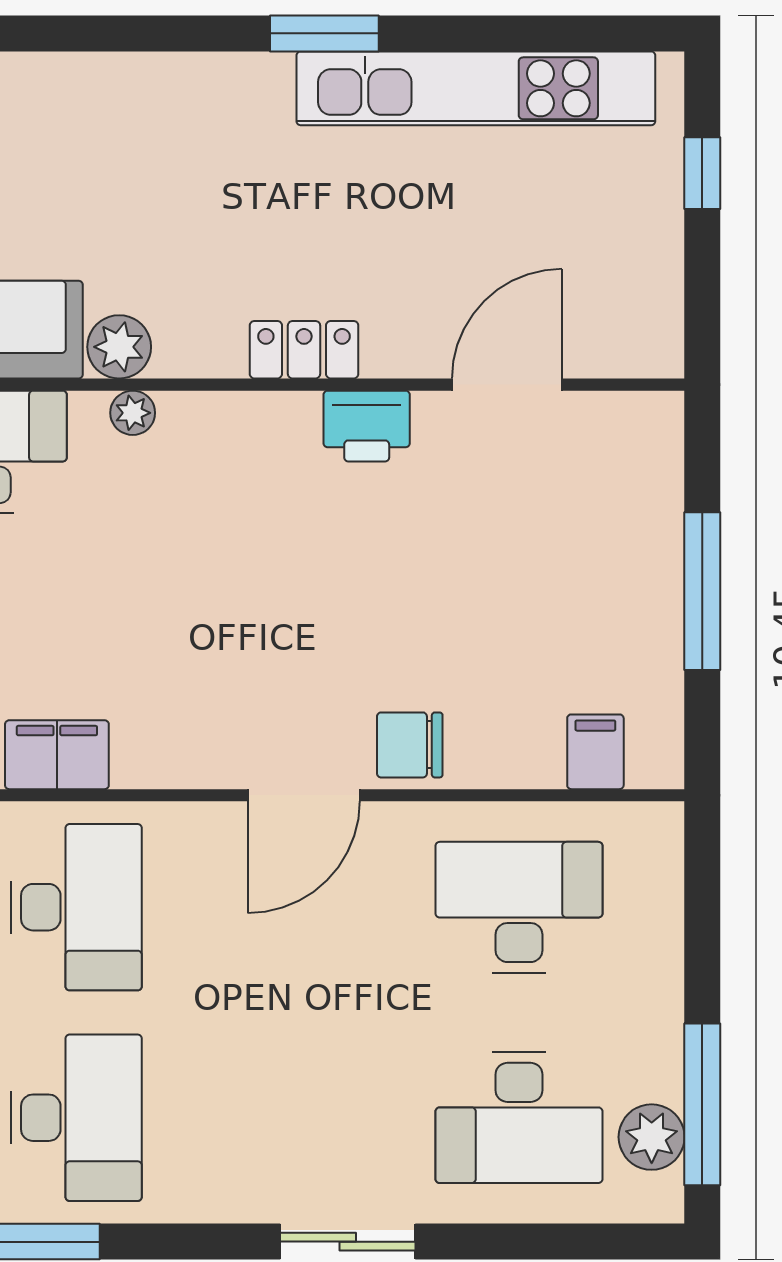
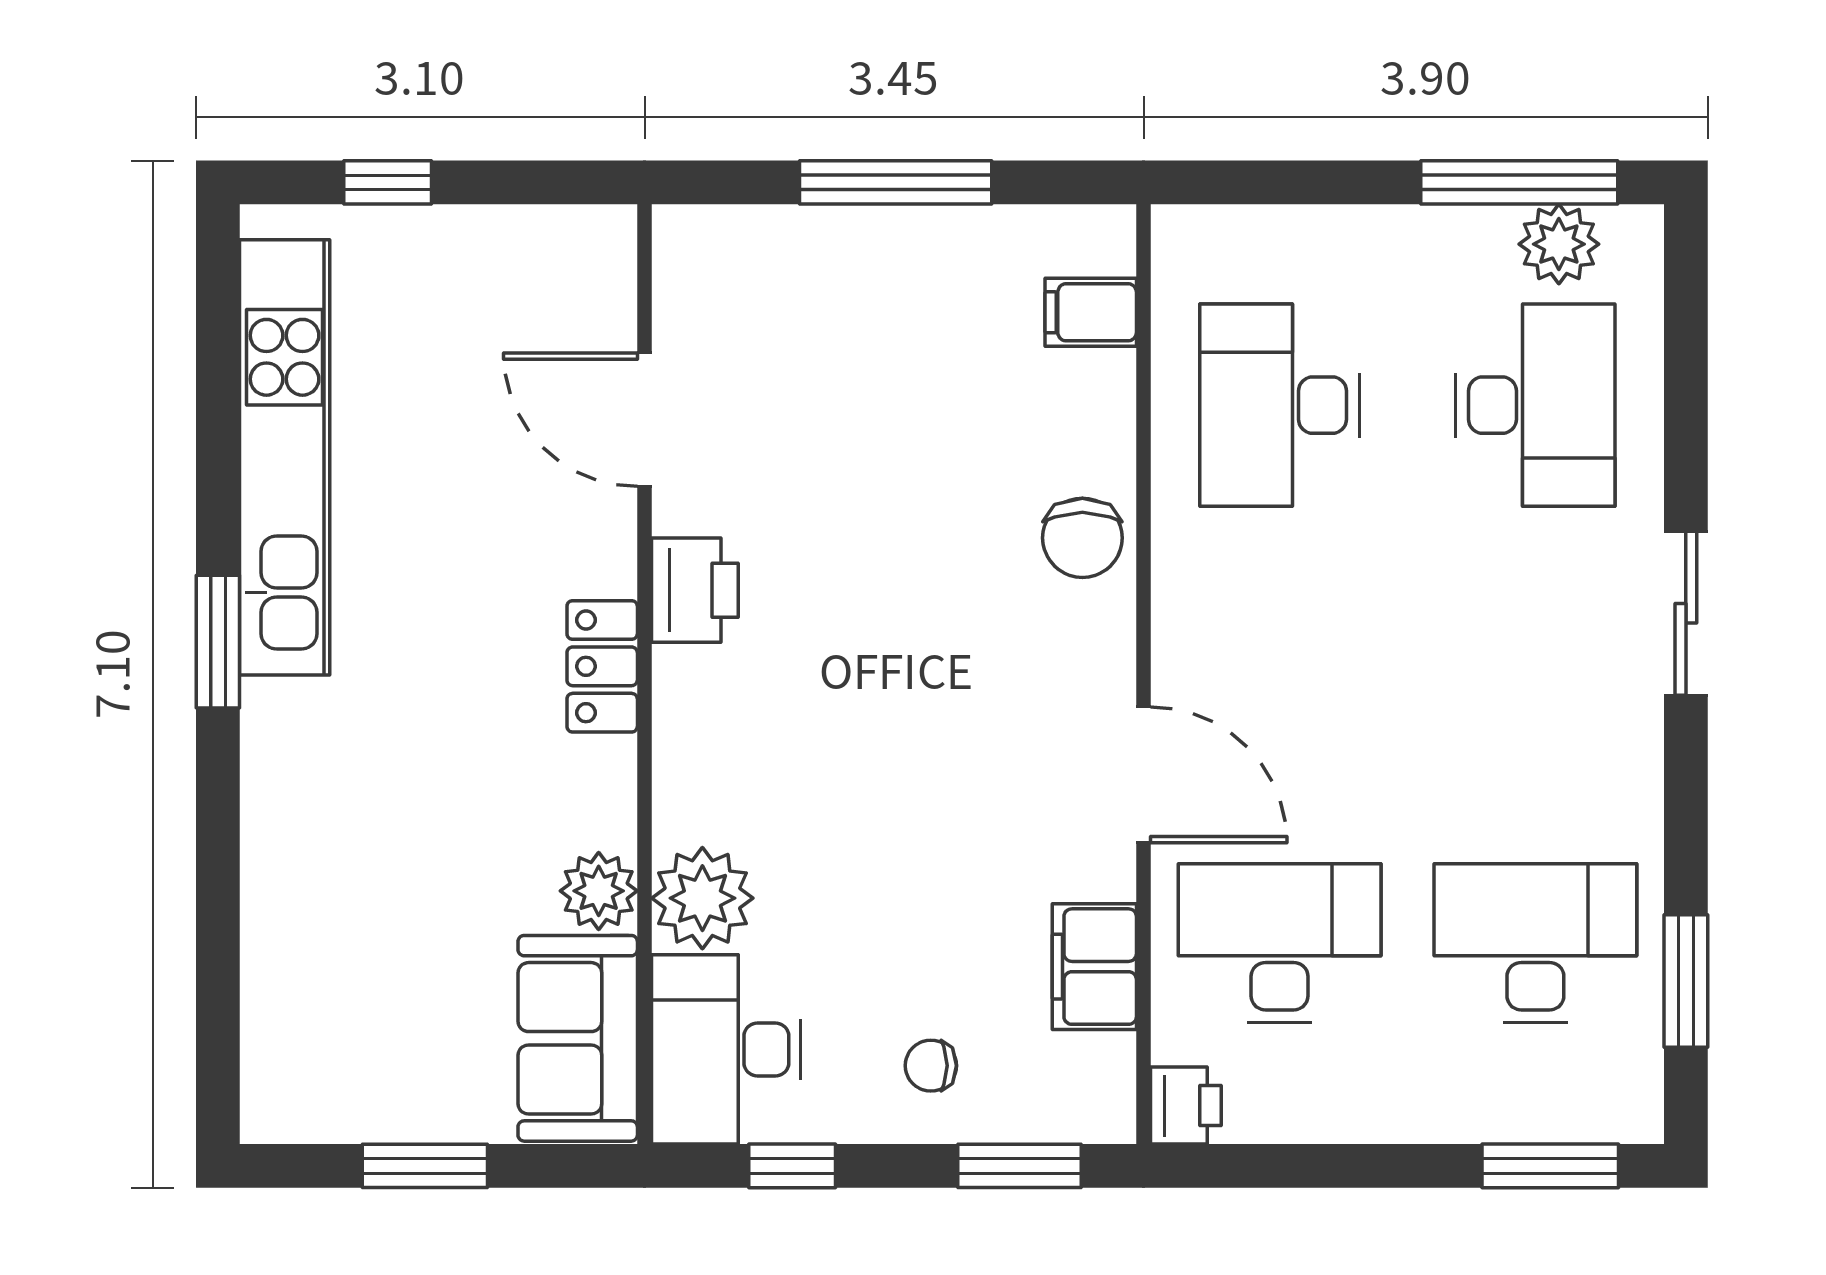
plant: (133, 413) -> (702, 898), width x1.87, depth x1.87
door: (304, 795) -> (1144, 775), moved

